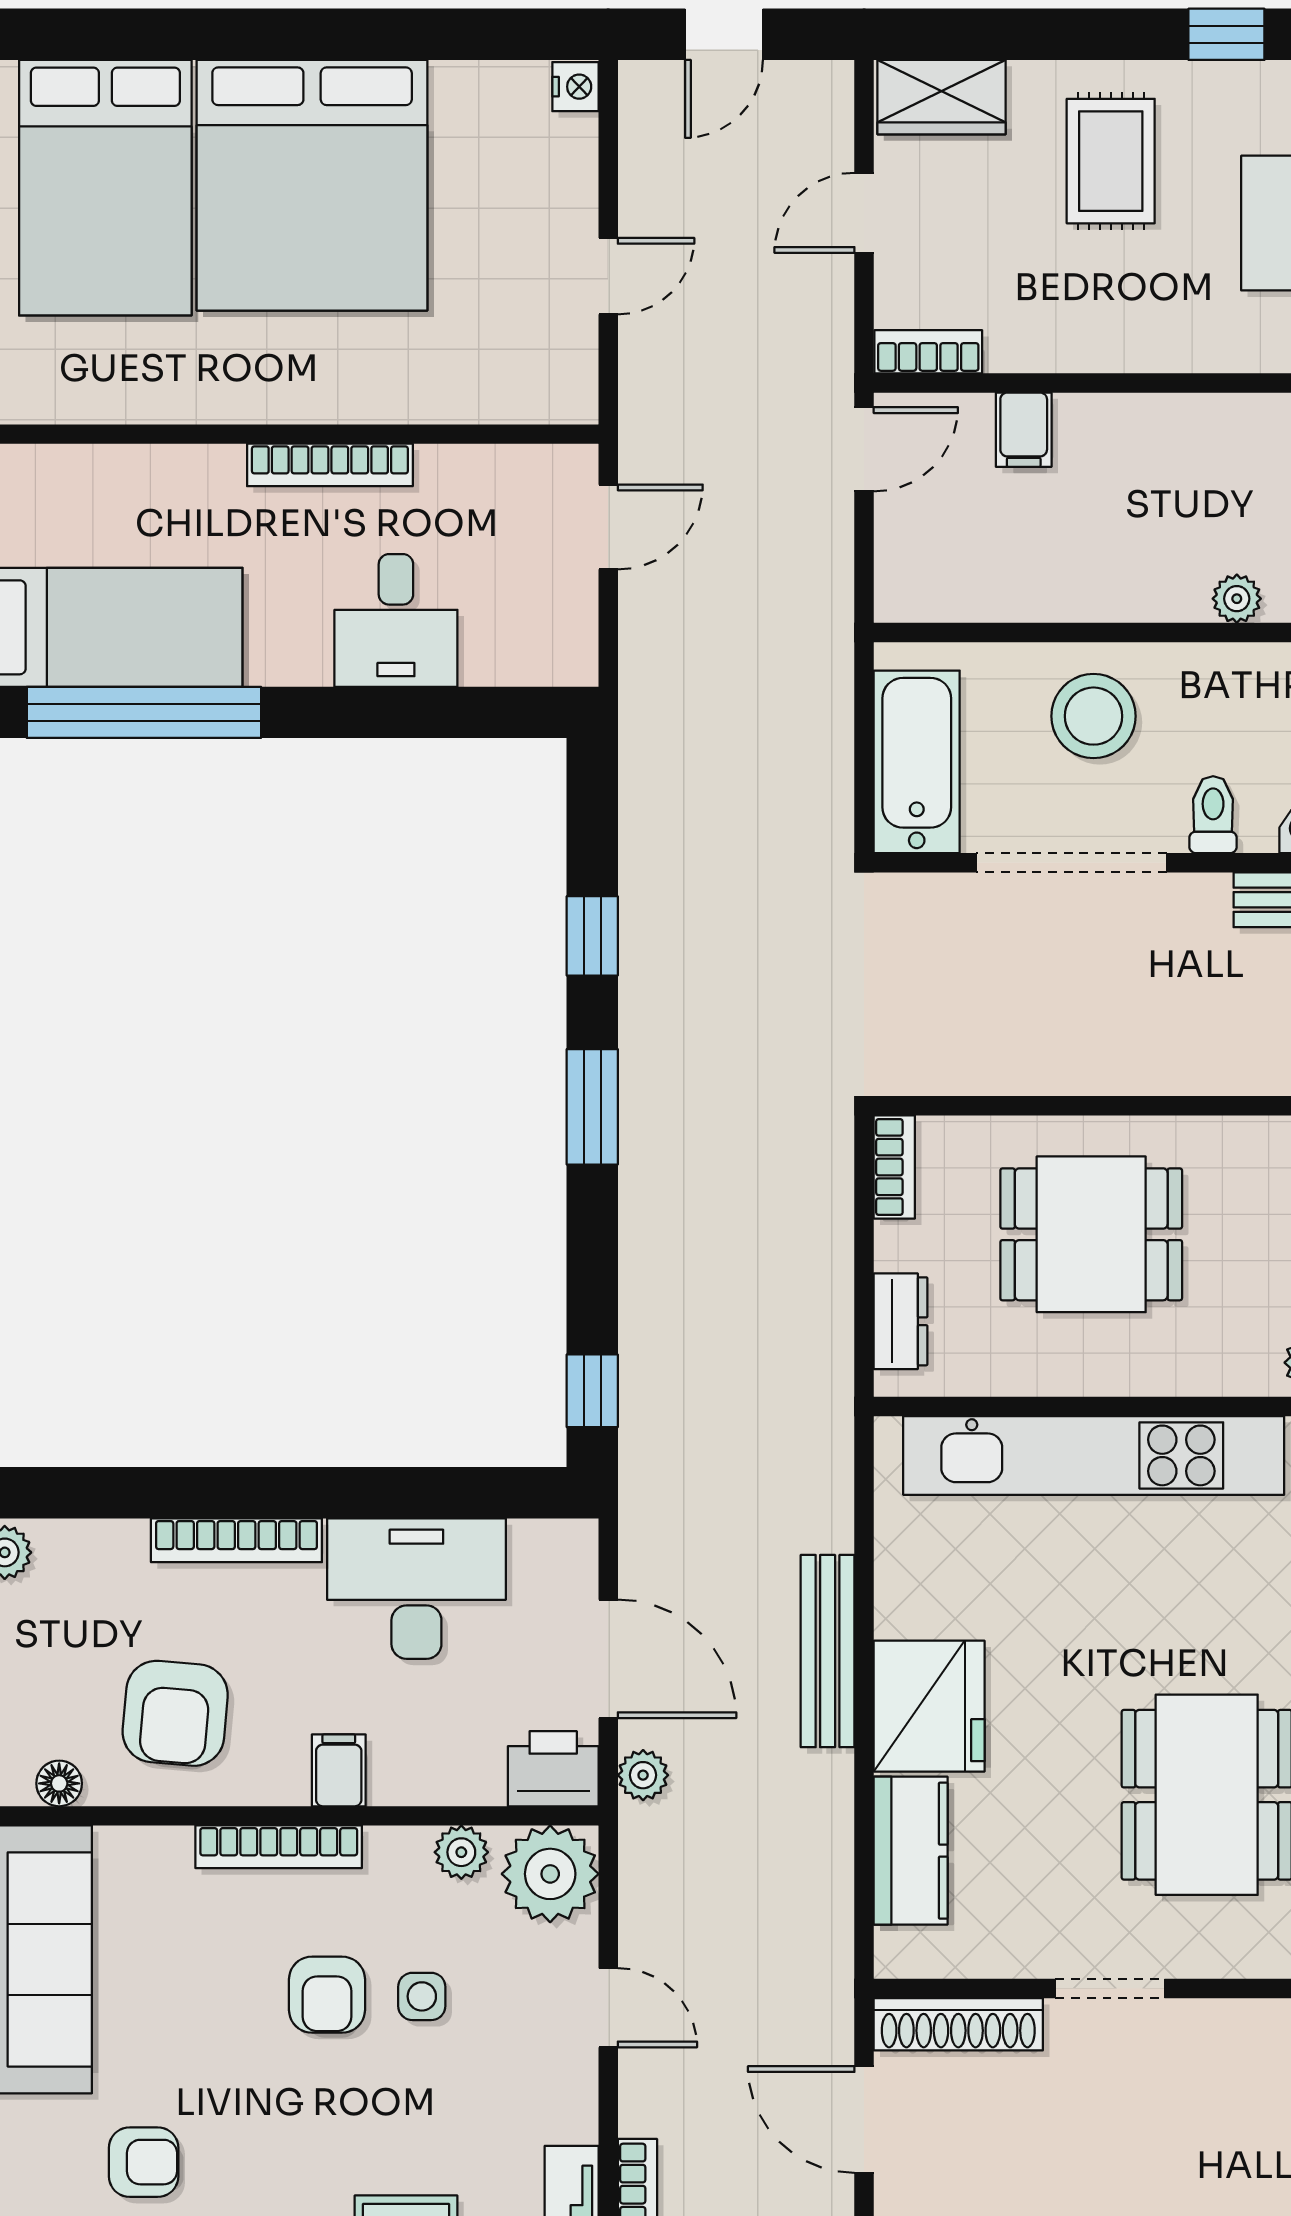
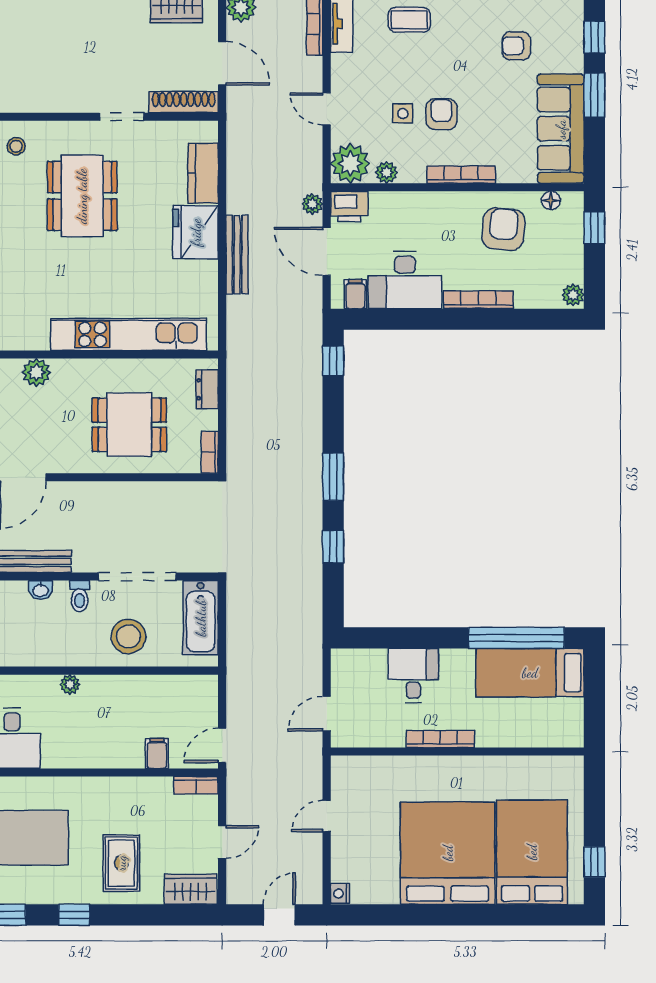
filing cabinet: (339, 1770) -> (355, 294), moved, turned 180

